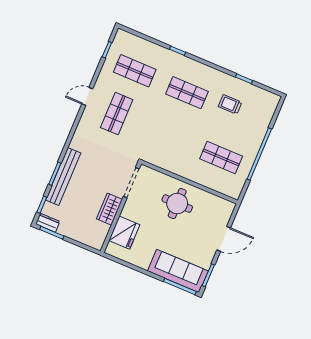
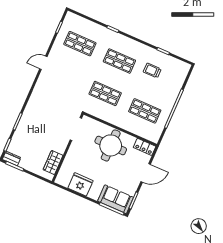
shop shelf: (117, 114) -> (105, 93), moved, turned 90
bench: (63, 176) -> (24, 123), removed
round table: (177, 204) -> (111, 145), width x1.36, depth x1.36
locker: (222, 205) -> (145, 147), added
wardrobe: (109, 209) -> (53, 162), moved
fridge: (124, 233) -> (80, 184), moved, turned -90
sofa: (178, 271) -> (116, 199), width x0.73

